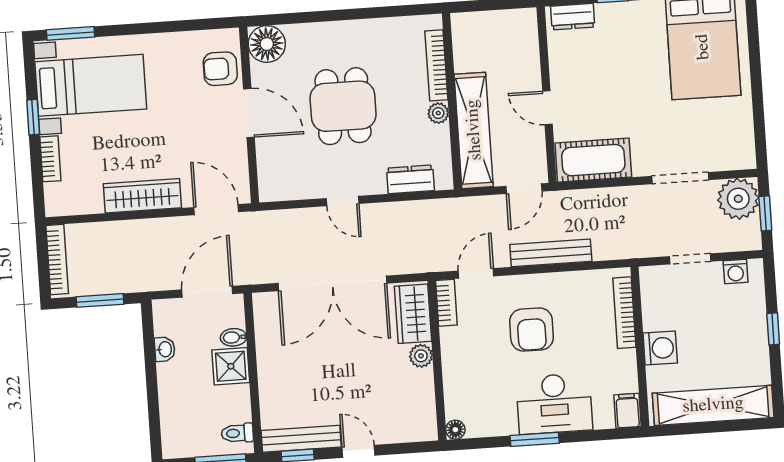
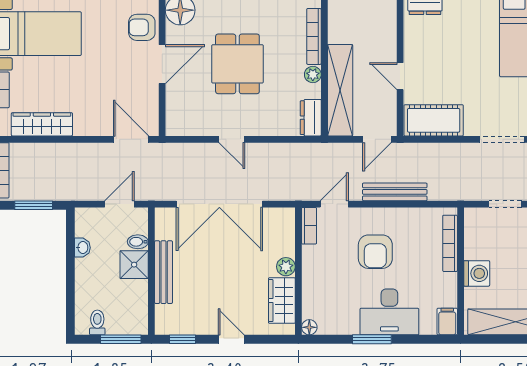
door: (249, 113) -> (162, 64), hinge flipped
dresser: (410, 179) -> (311, 118), moved, turned -90
wardrobe: (142, 196) -> (42, 124), moved
door: (207, 292) -> (119, 204), width x0.73
wardrobe: (413, 314) -> (282, 301), moved
toilet: (237, 433) -> (97, 322), moved, turned 90
bench: (301, 439) -> (163, 272), moved, turned 90

